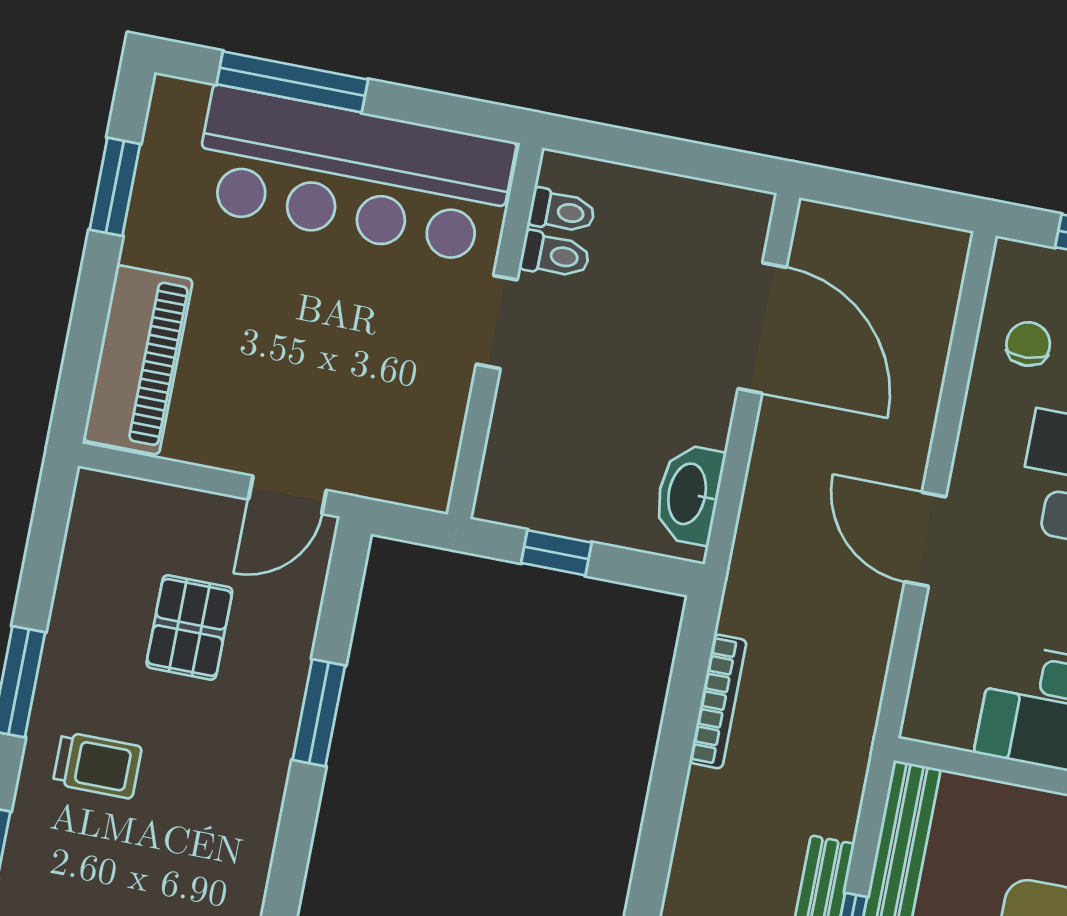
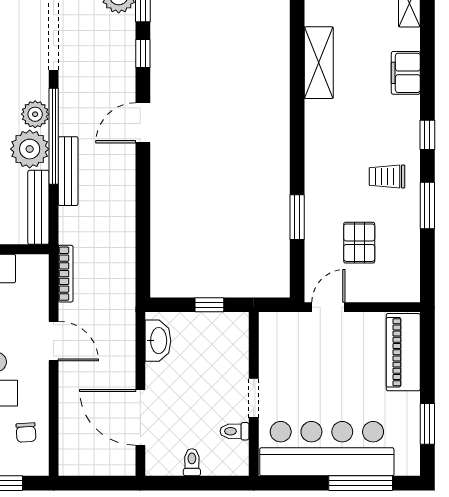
toilet: (562, 211) -> (192, 462), moved, turned 90
bookcase: (718, 701) -> (66, 274), moved, turned 180

